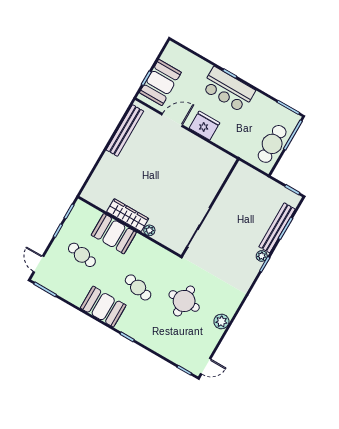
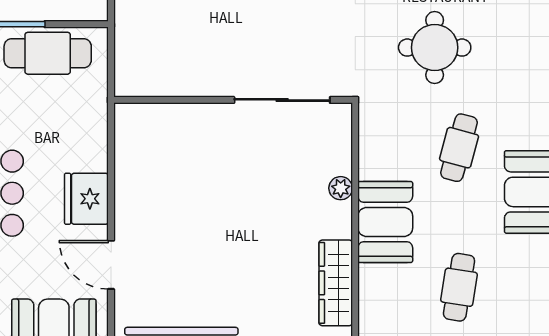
wardrobe: (128, 215) -> (336, 283), moved
booth: (114, 234) -> (385, 222), moved

